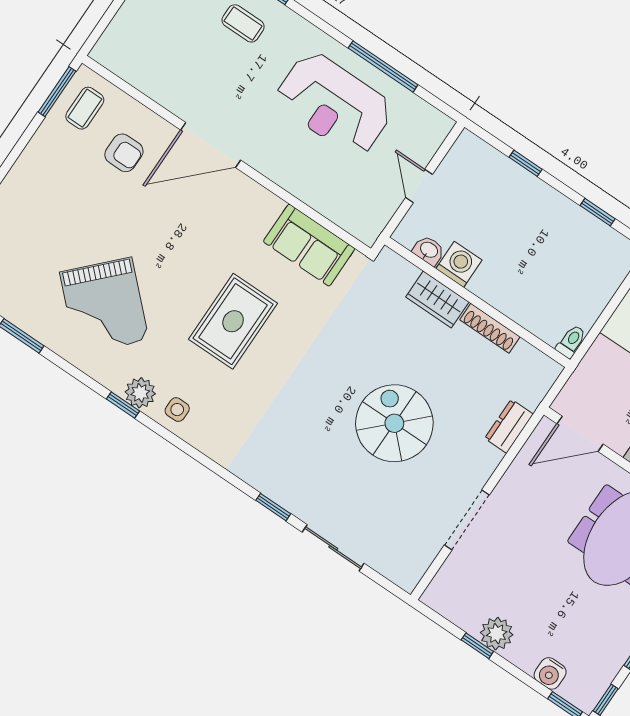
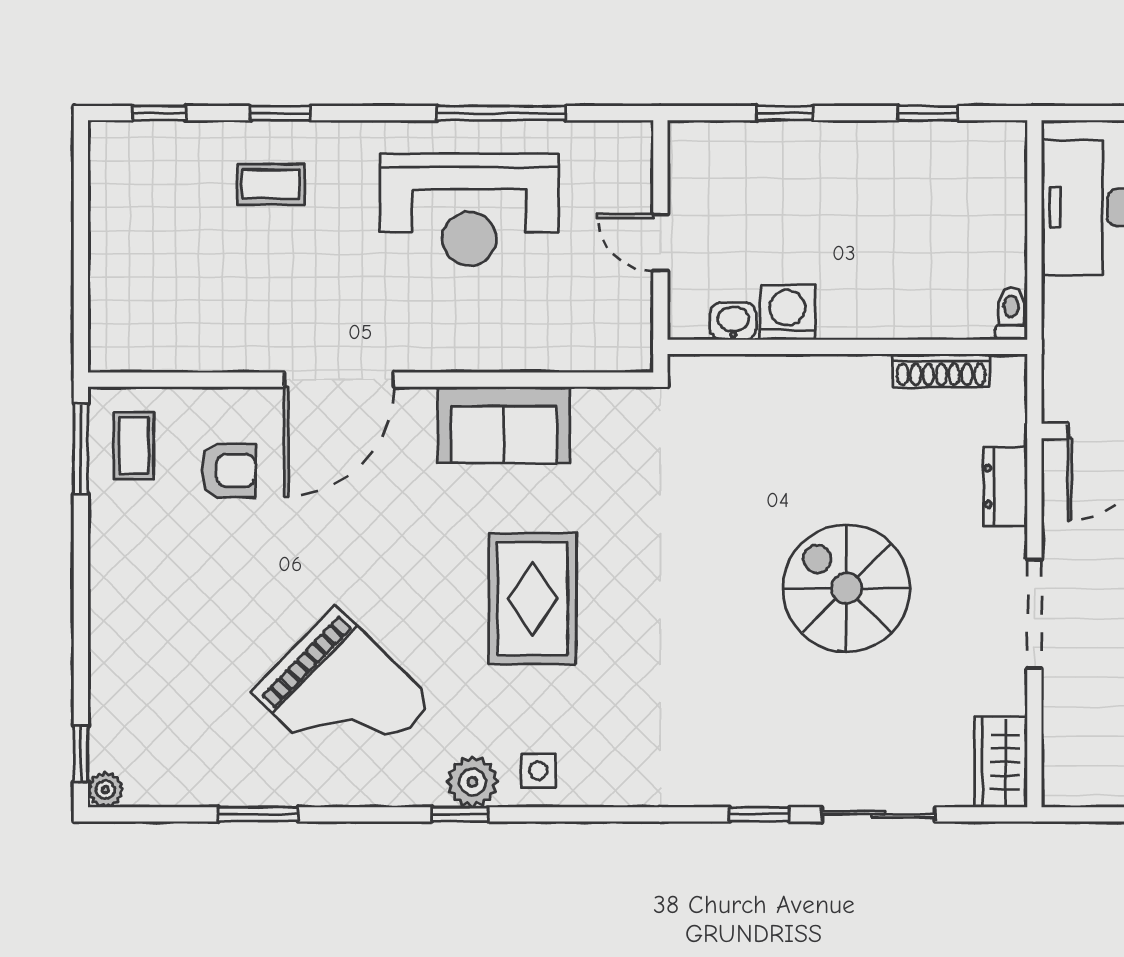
sofa: (309, 245) -> (504, 425), moved
wardrobe: (437, 299) -> (1001, 762), moved, turned 90
shoe rack: (490, 328) -> (941, 371), moved
doorway: (467, 520) -> (1034, 614), moved

